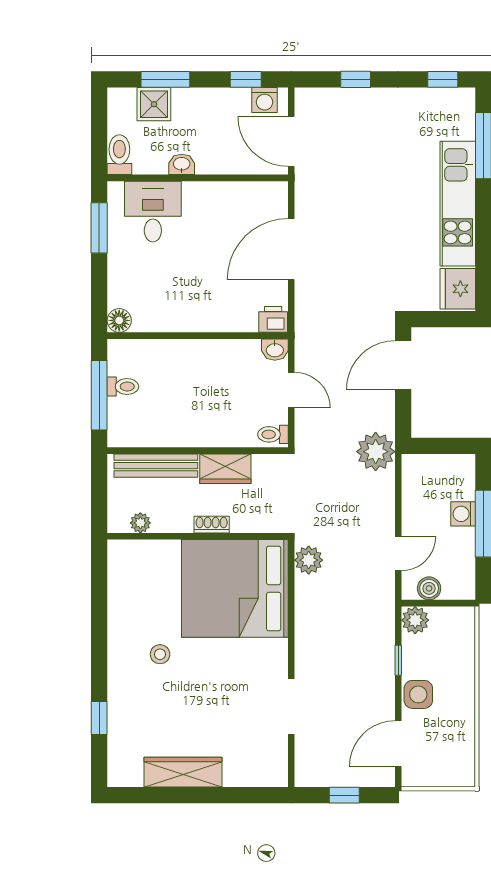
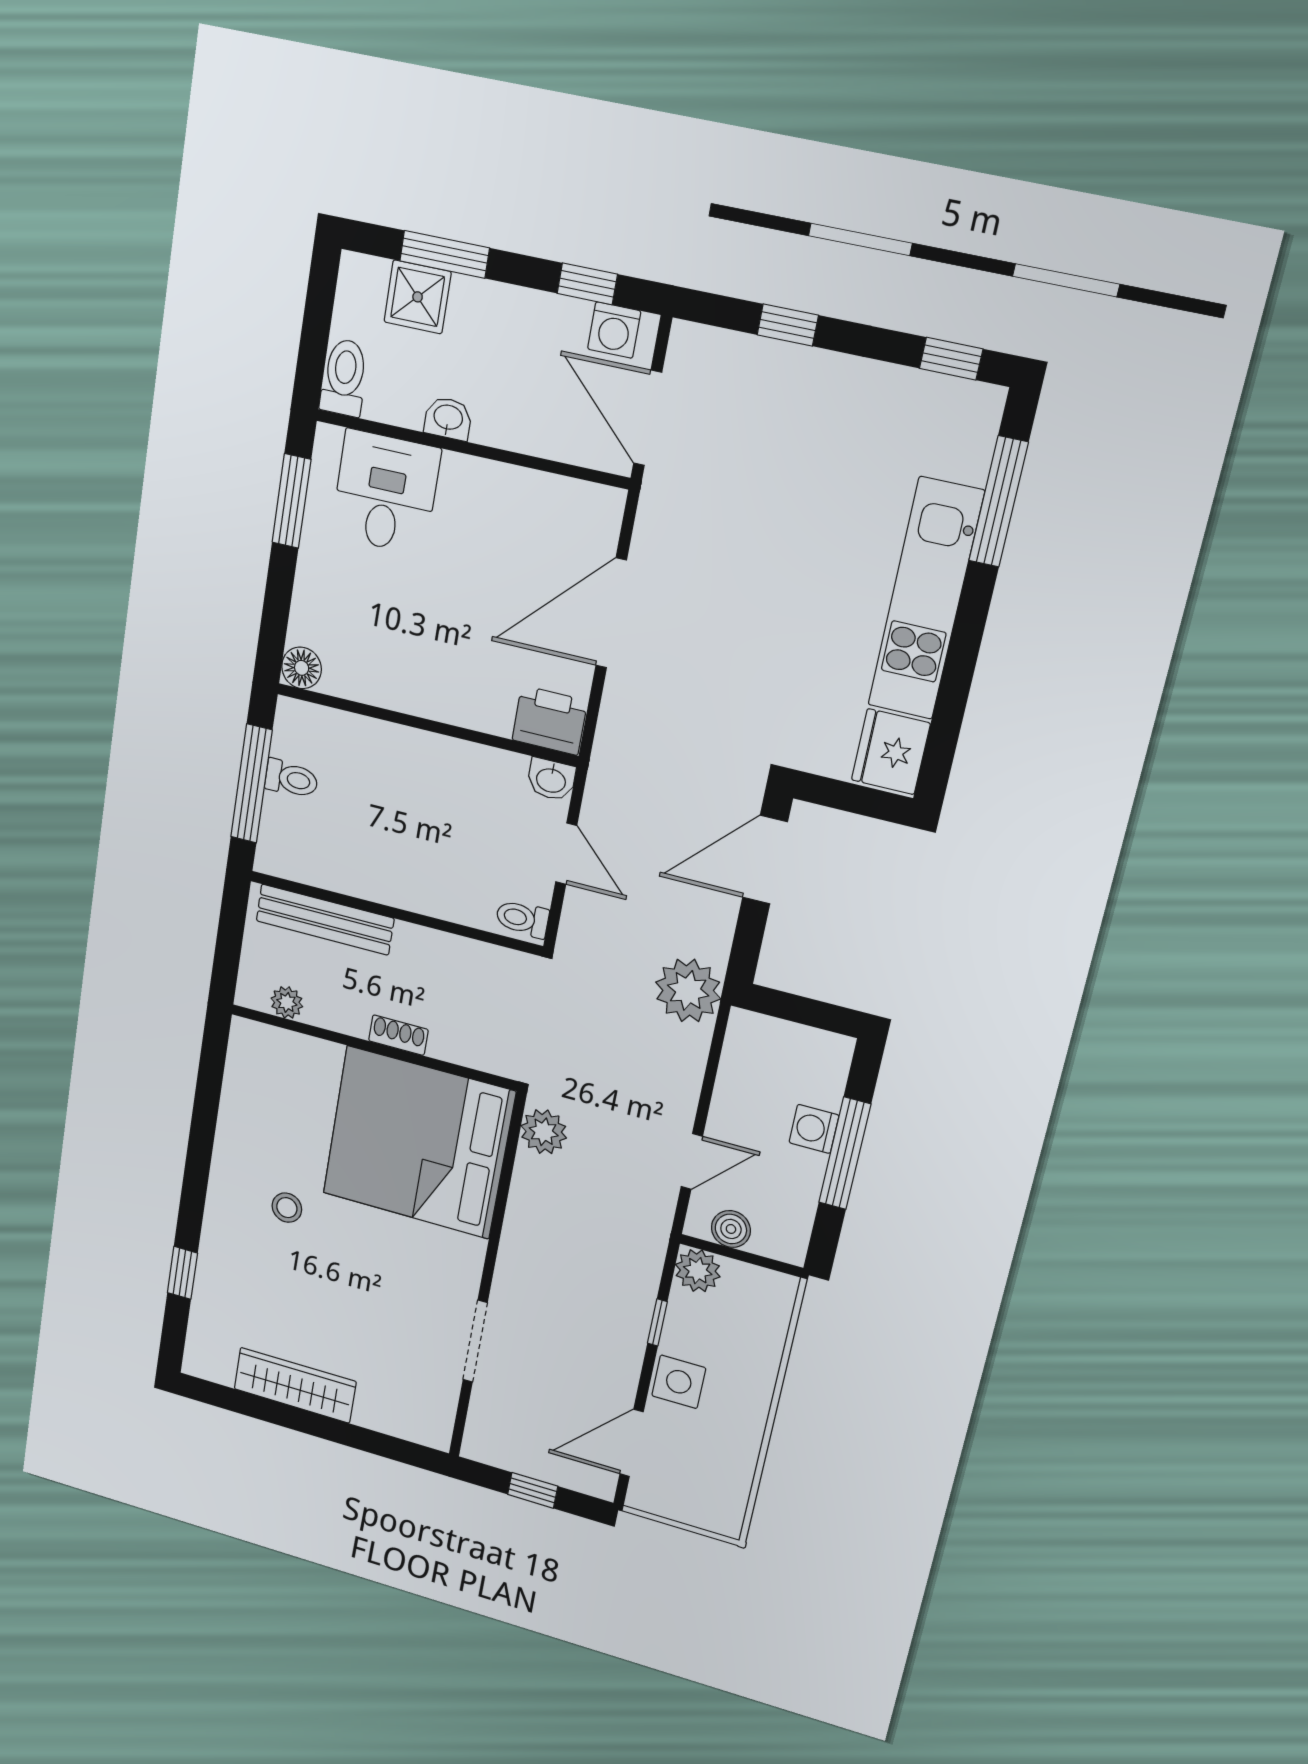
printer: (273, 319) -> (550, 720), width x1.36, depth x1.24
wardrobe: (225, 469) -> (435, 954), removed

